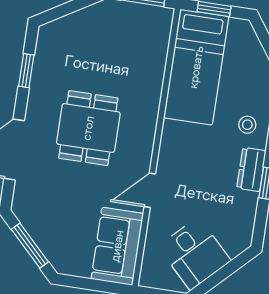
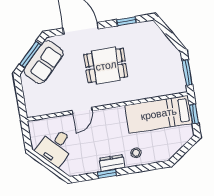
door: (150, 190) -> (82, 111), swing flipped
sofa: (117, 246) -> (44, 62), moved, turned 135

